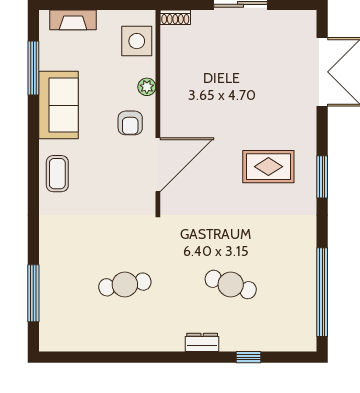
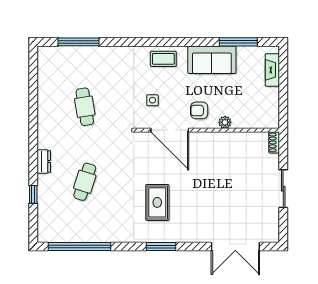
side table: (137, 41) -> (152, 100), moved, width x0.54, depth x0.54
rug: (268, 167) -> (157, 202), moved

